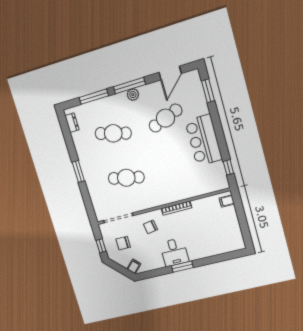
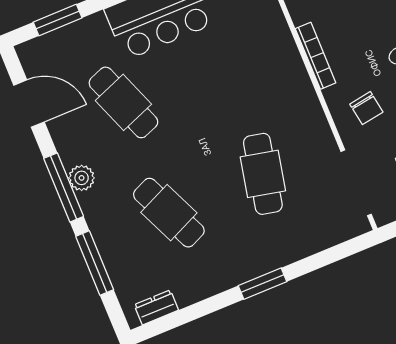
cafe table: (113, 133) -> (169, 213), turned -39

